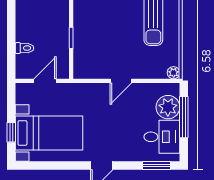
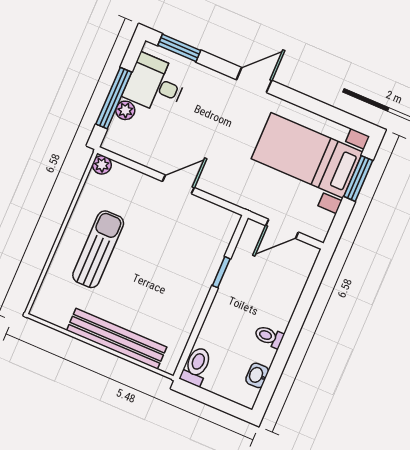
toilet: (24, 48) -> (269, 337), moved
plant: (168, 107) -> (125, 110), width x0.53, depth x0.53
window: (11, 132) -> (358, 178), width x1.50

